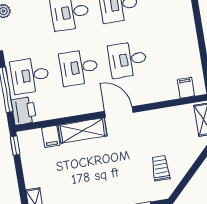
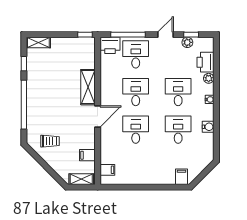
filing cabinet: (51, 136) -> (87, 155), moved

